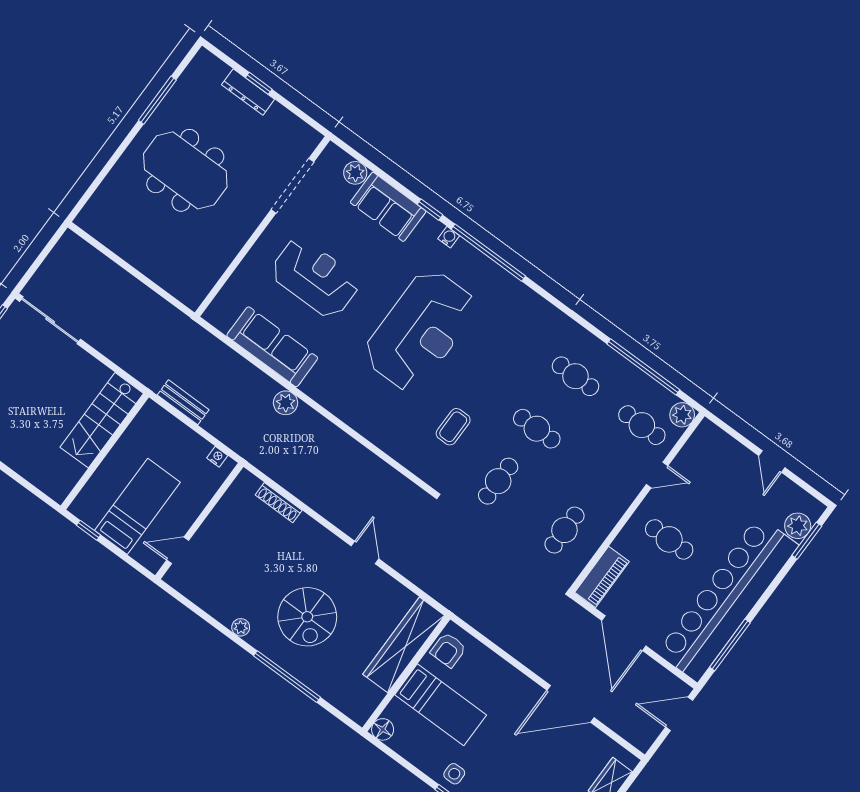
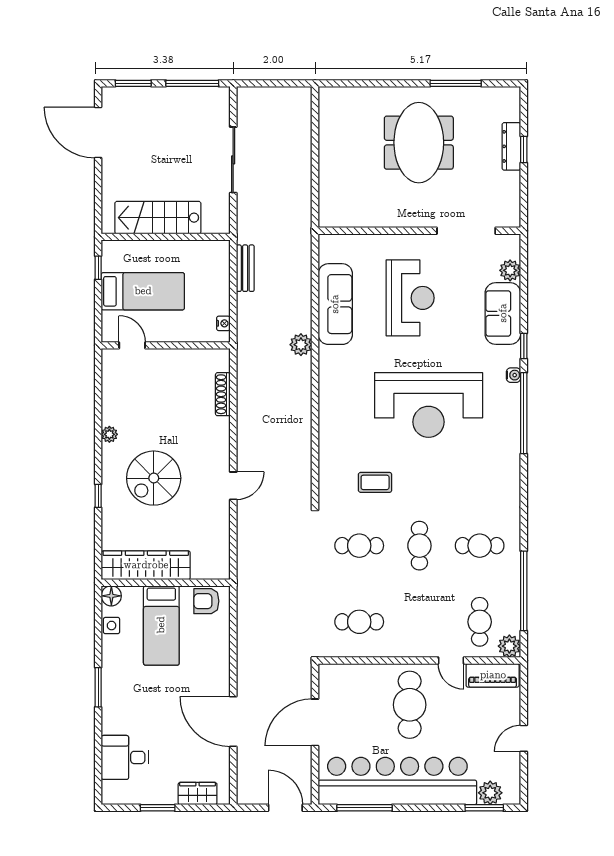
sliding door: (50, 320) -> (233, 160), moved
cafe table: (575, 376) -> (480, 546), turned 90
stairs: (102, 420) -> (158, 218), moved
cafe table: (669, 539) -> (410, 705), width x1.37, depth x1.35
piano: (602, 577) -> (493, 675), moved
wardrobe: (404, 645) -> (146, 565), moved
window: (287, 677) -> (98, 496), width x0.32
side table: (454, 774) -> (112, 626), moved

